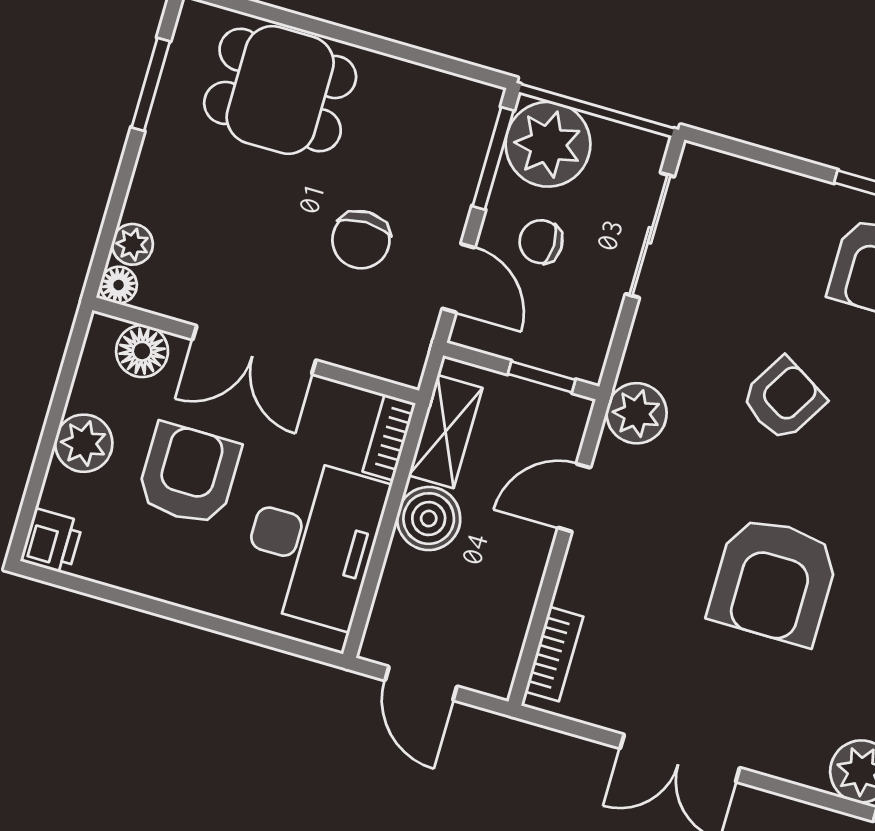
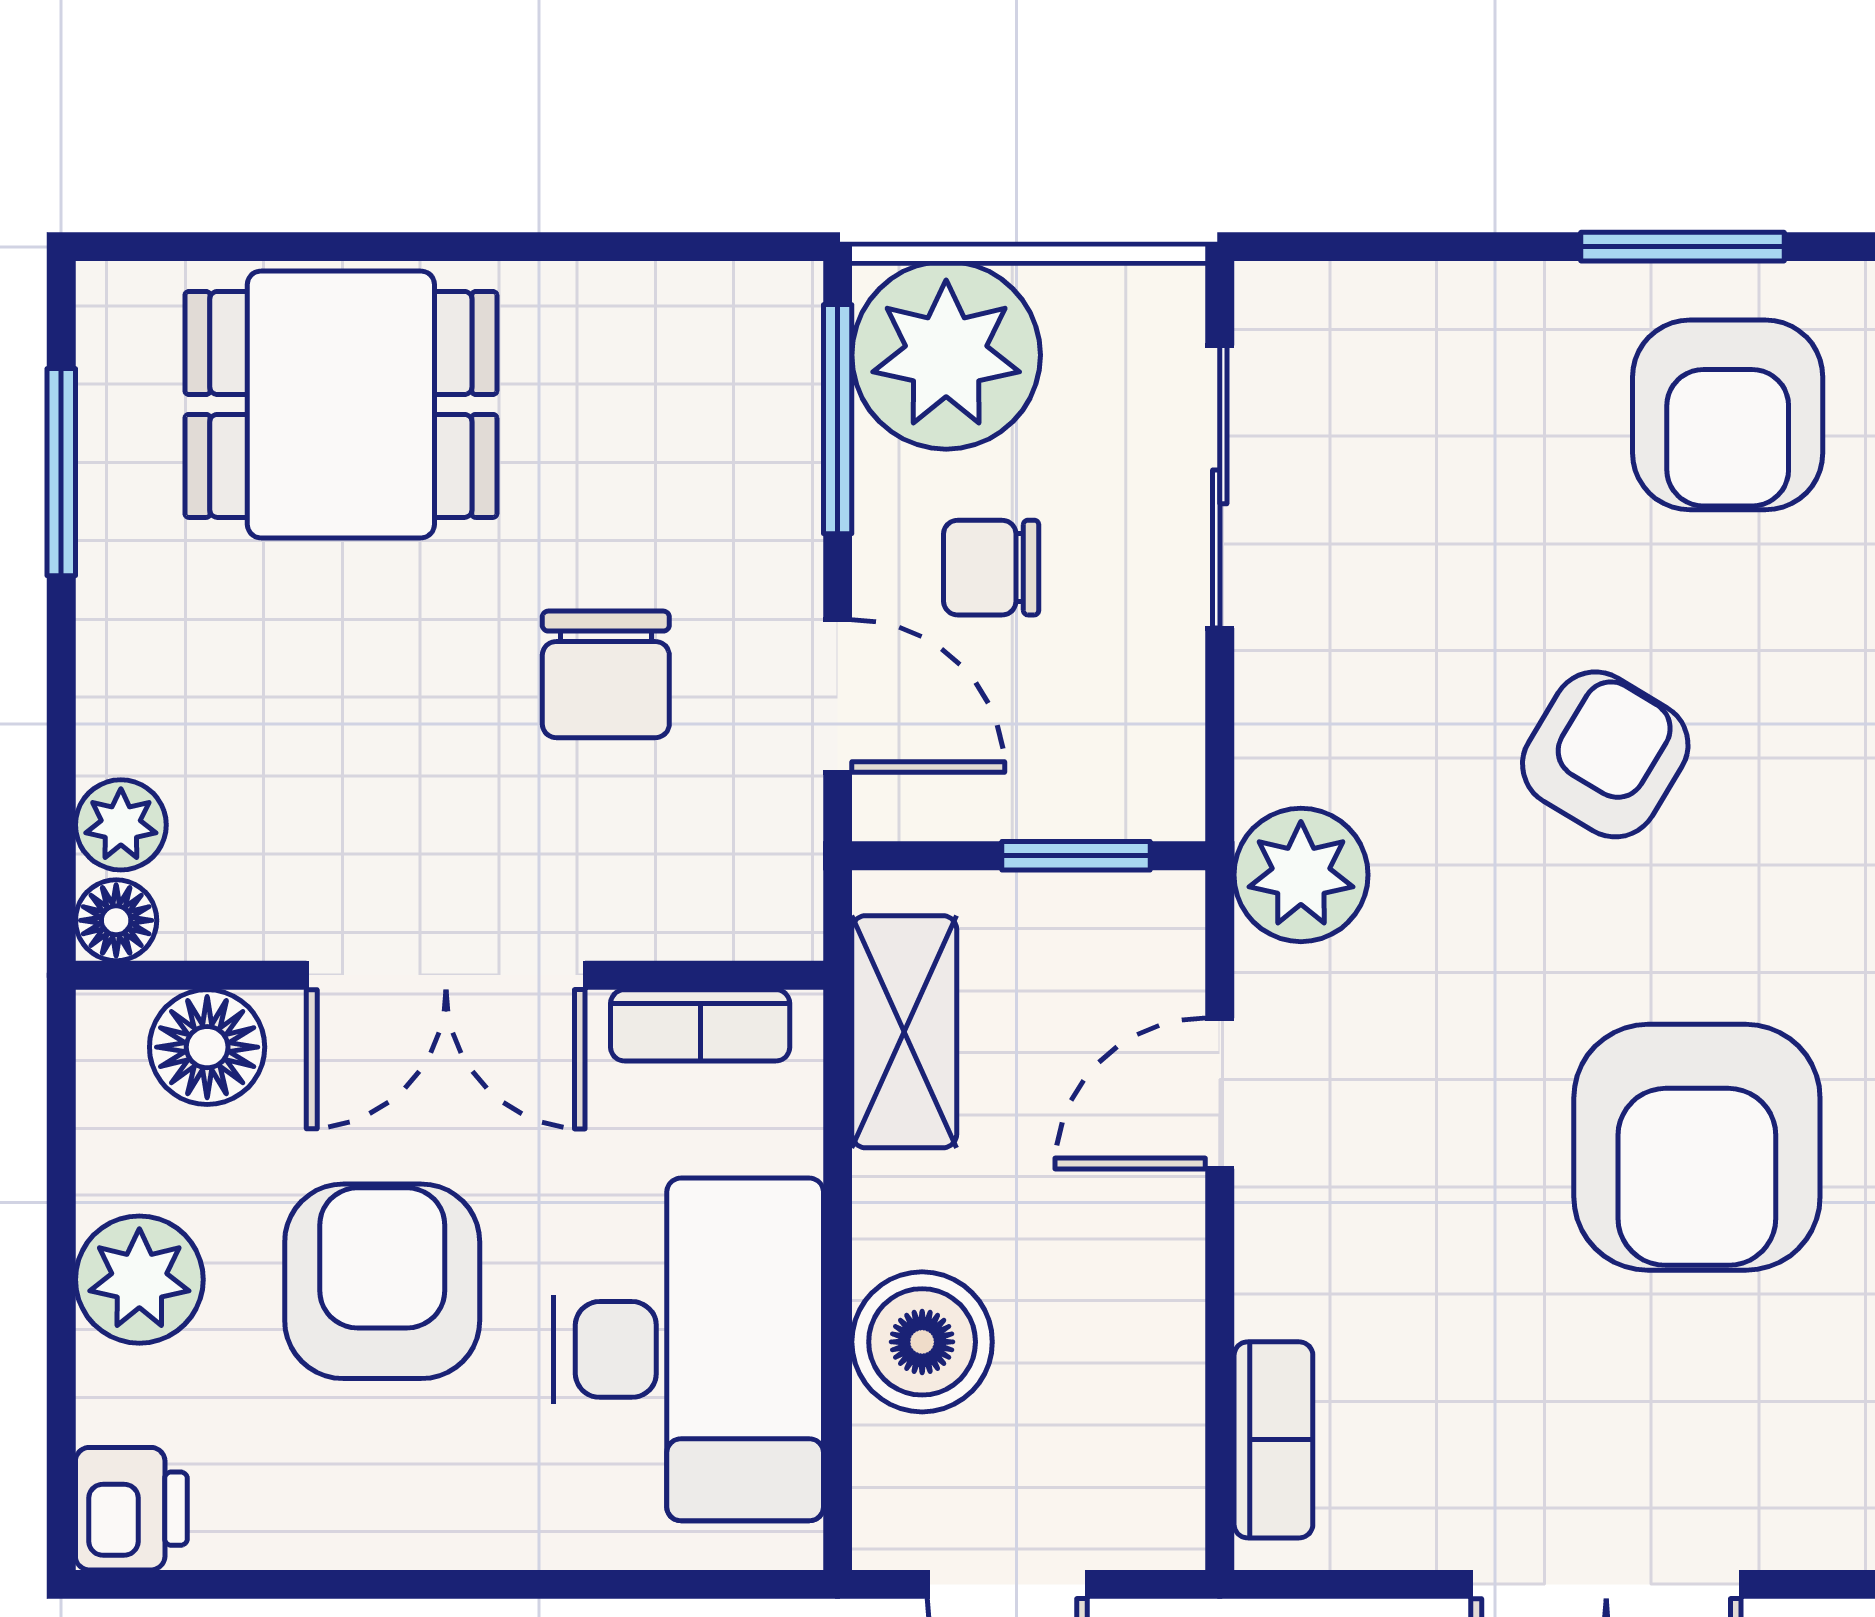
bookcase: (389, 437) -> (700, 1025), moved, turned -90
boiler: (429, 519) -> (922, 1342), moved

